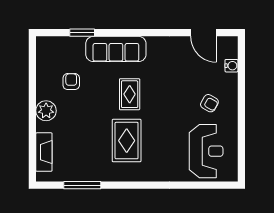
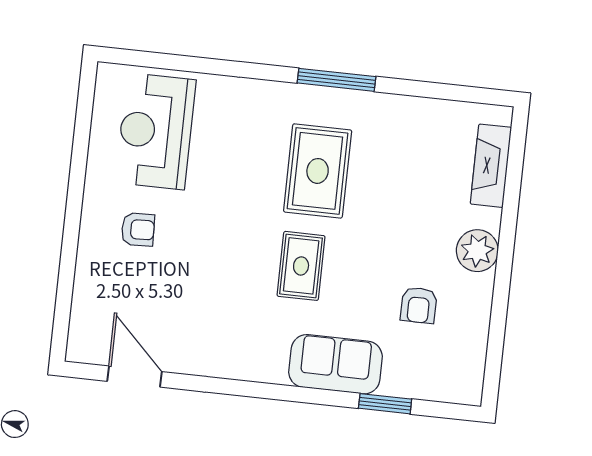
sofa: (116, 49) -> (335, 364), width x0.73
water cooler: (231, 66) -> (84, 302), removed
armchair: (209, 103) -> (138, 229), turned 148
window: (82, 185) -> (337, 80), moved

